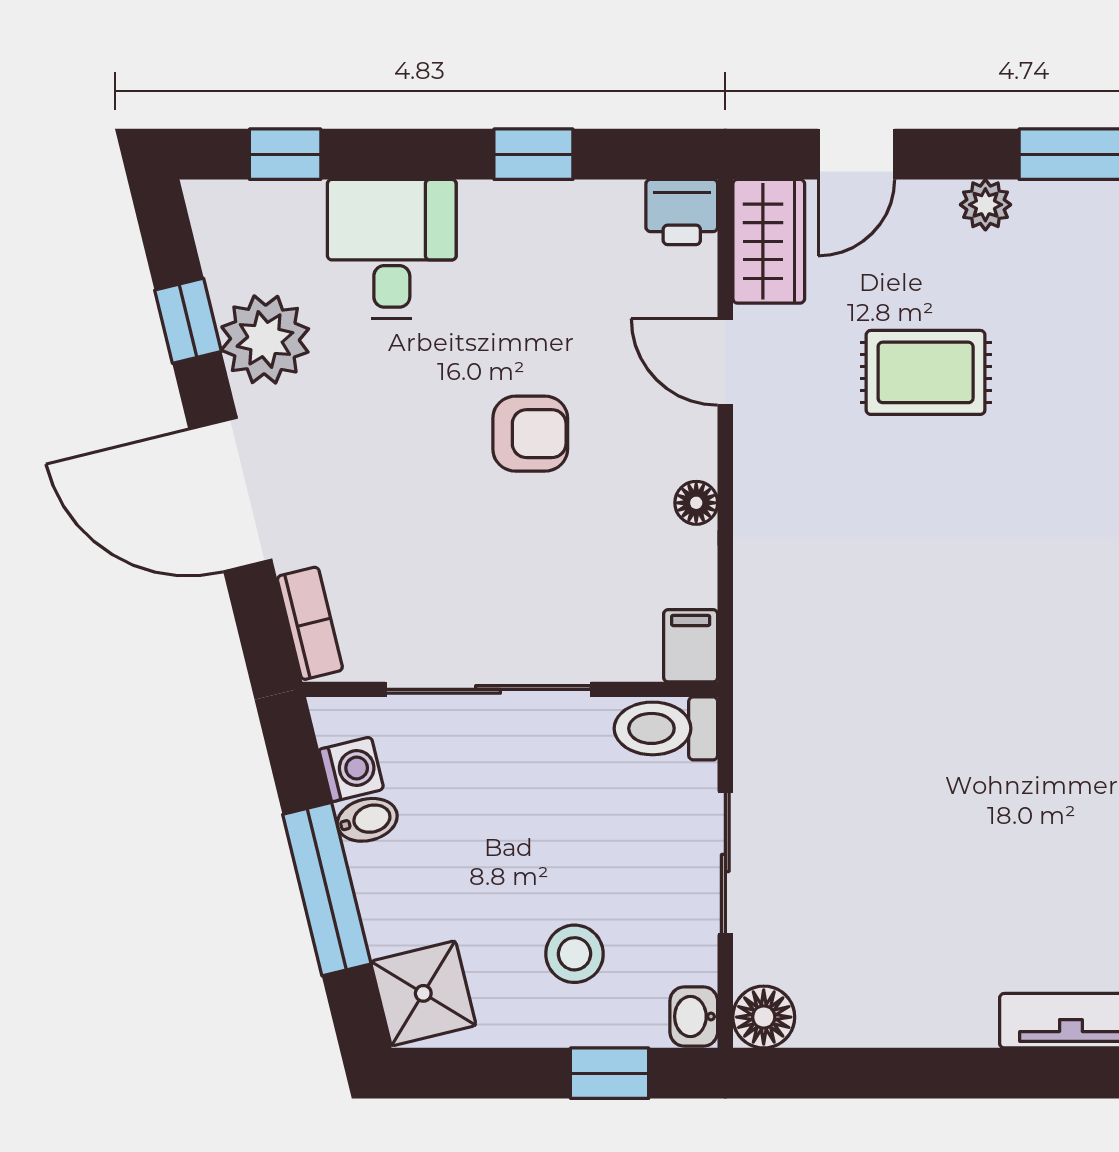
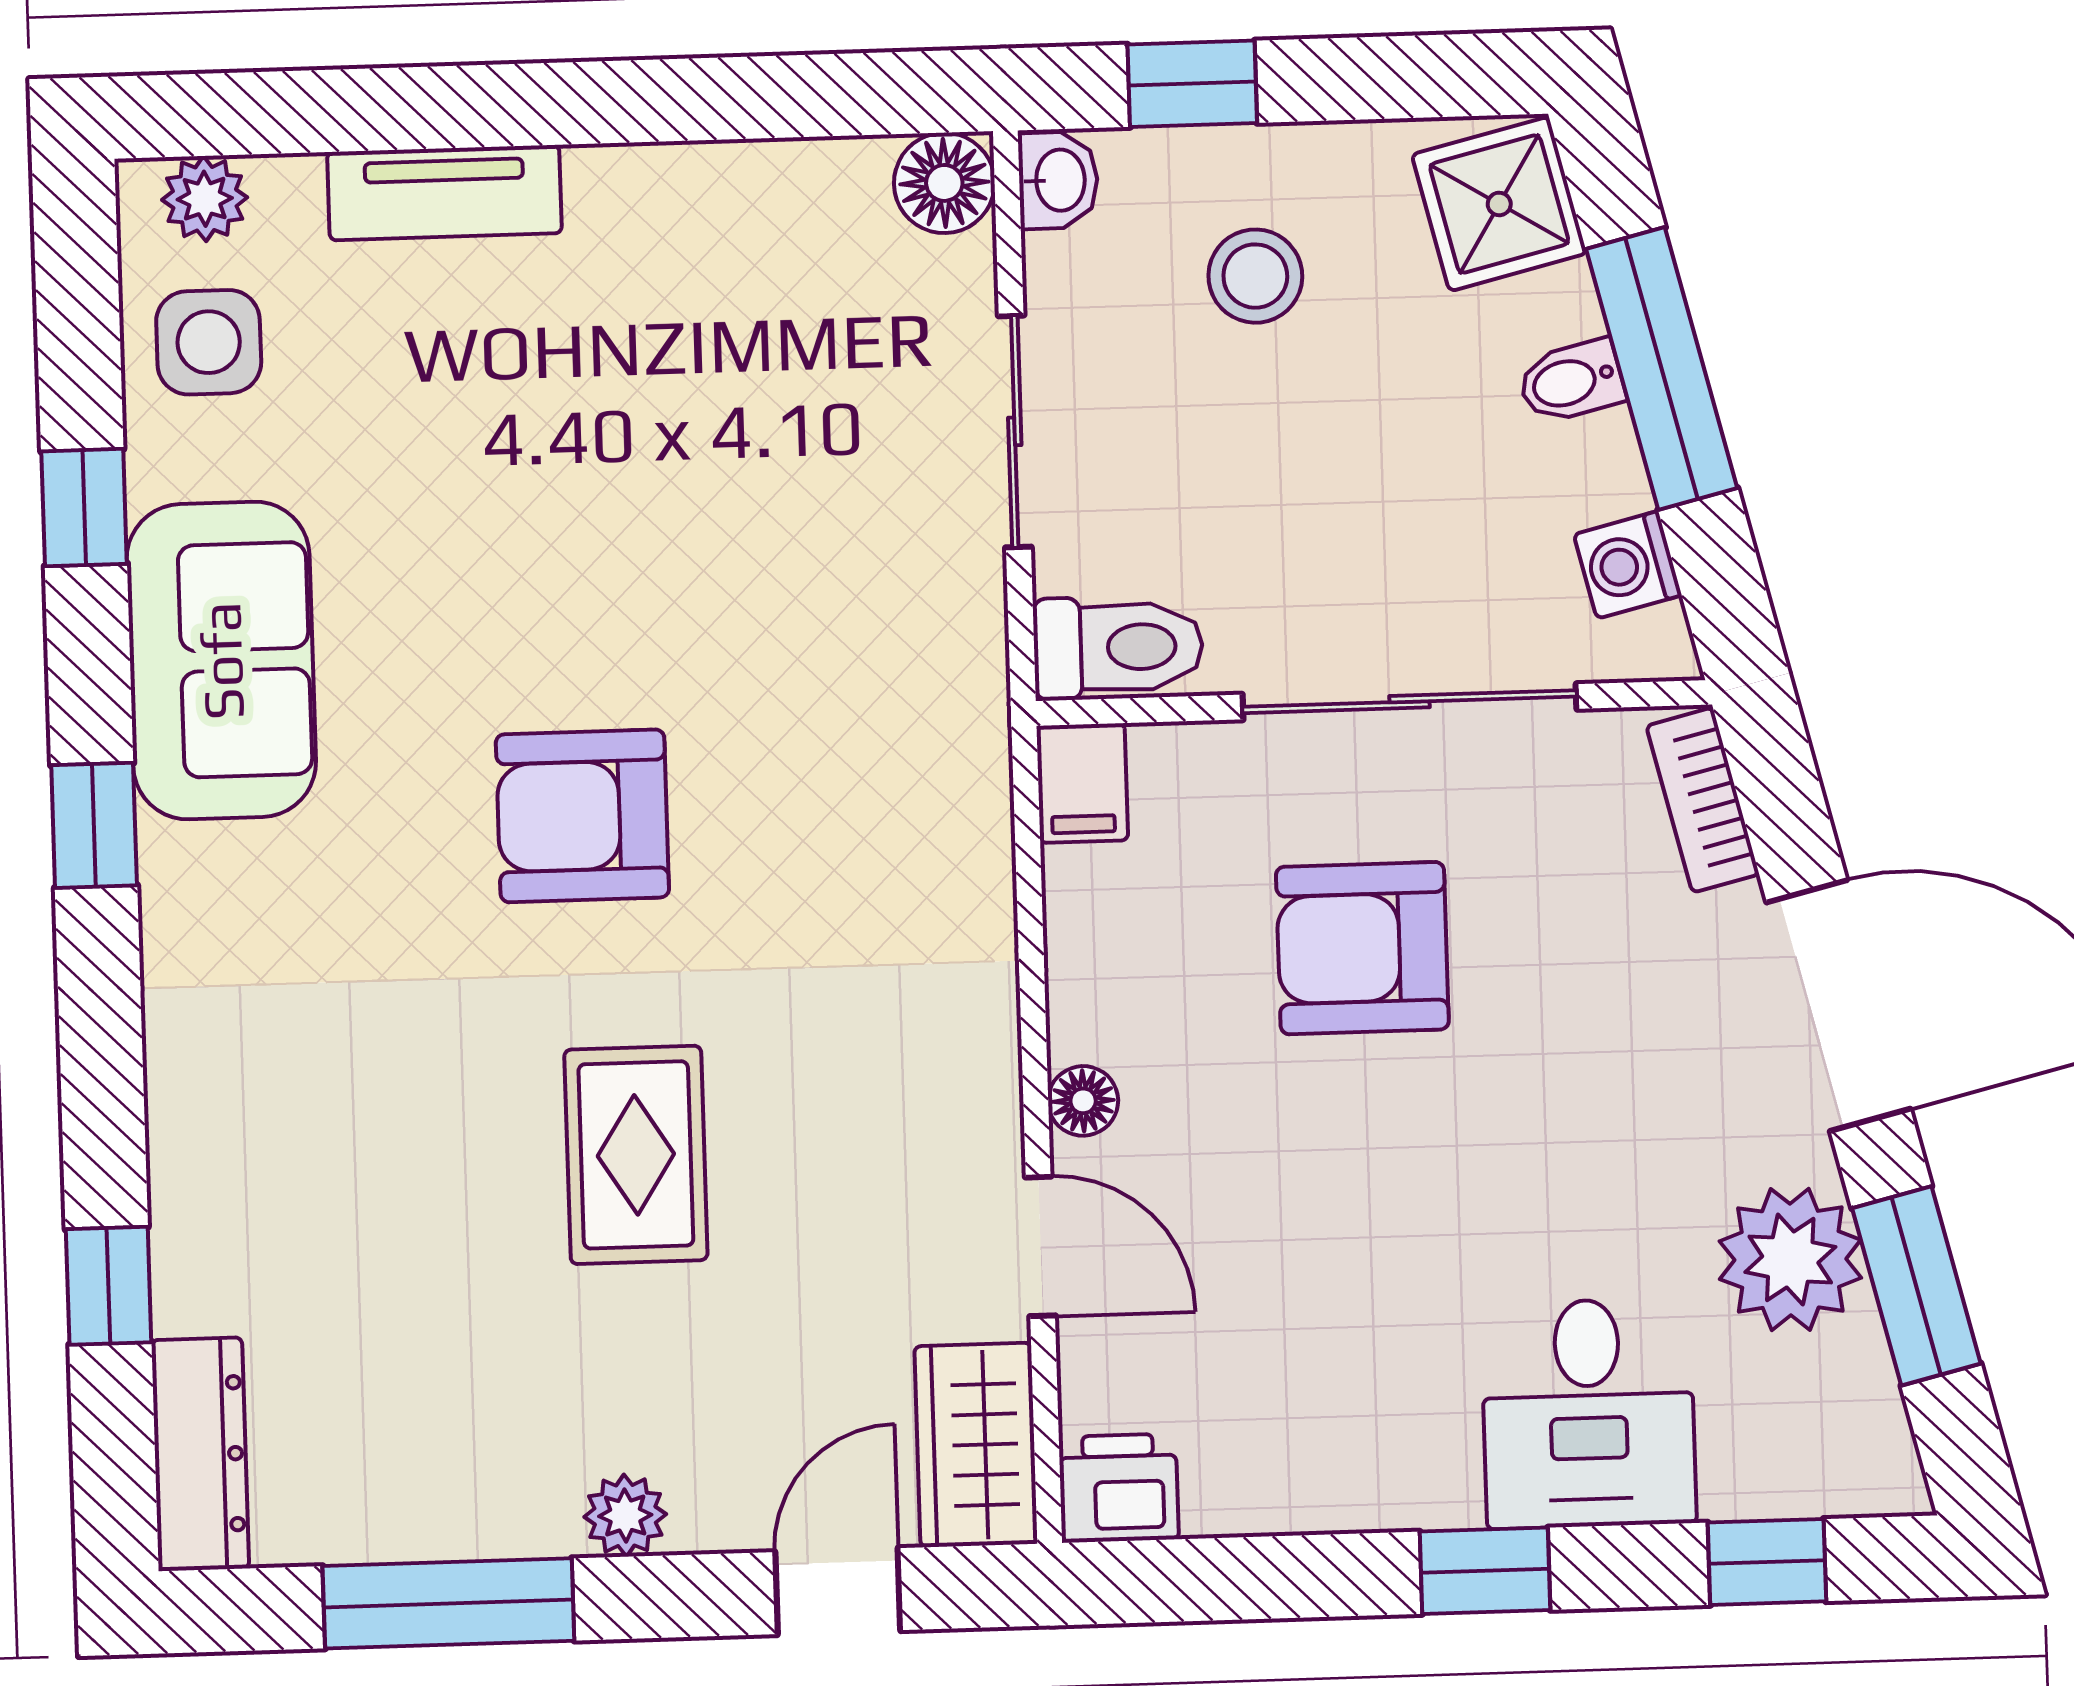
window: (533, 154) -> (1485, 1571), moved
window: (188, 321) -> (1916, 1286), width x1.50
rug: (926, 372) -> (636, 1155), moved, turned 90
armchair: (530, 434) -> (1362, 948), moved, width x1.38, depth x1.38
floor lamp: (696, 503) -> (1083, 1101), moved
armchair: (998, 635) -> (582, 816), added
bidet: (367, 820) -> (1571, 381), moved

